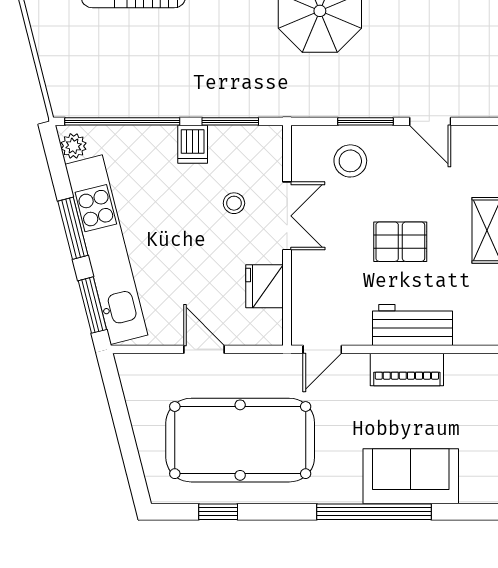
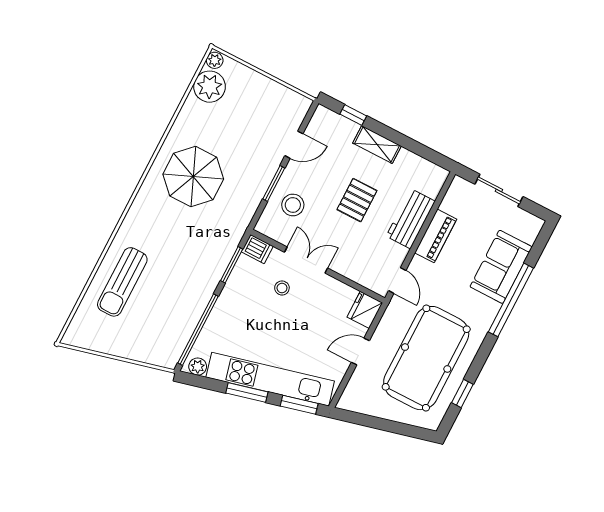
dishwasher: (193, 144) -> (257, 249), moved
fridge: (265, 286) -> (365, 310), moved, turned 90

